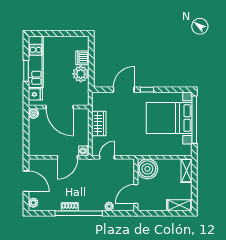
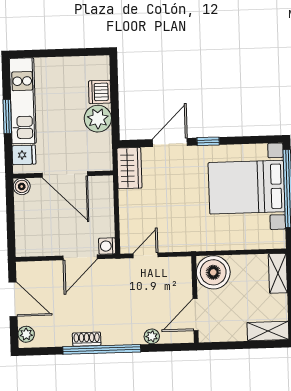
wardrobe: (99, 124) -> (129, 168), moved

